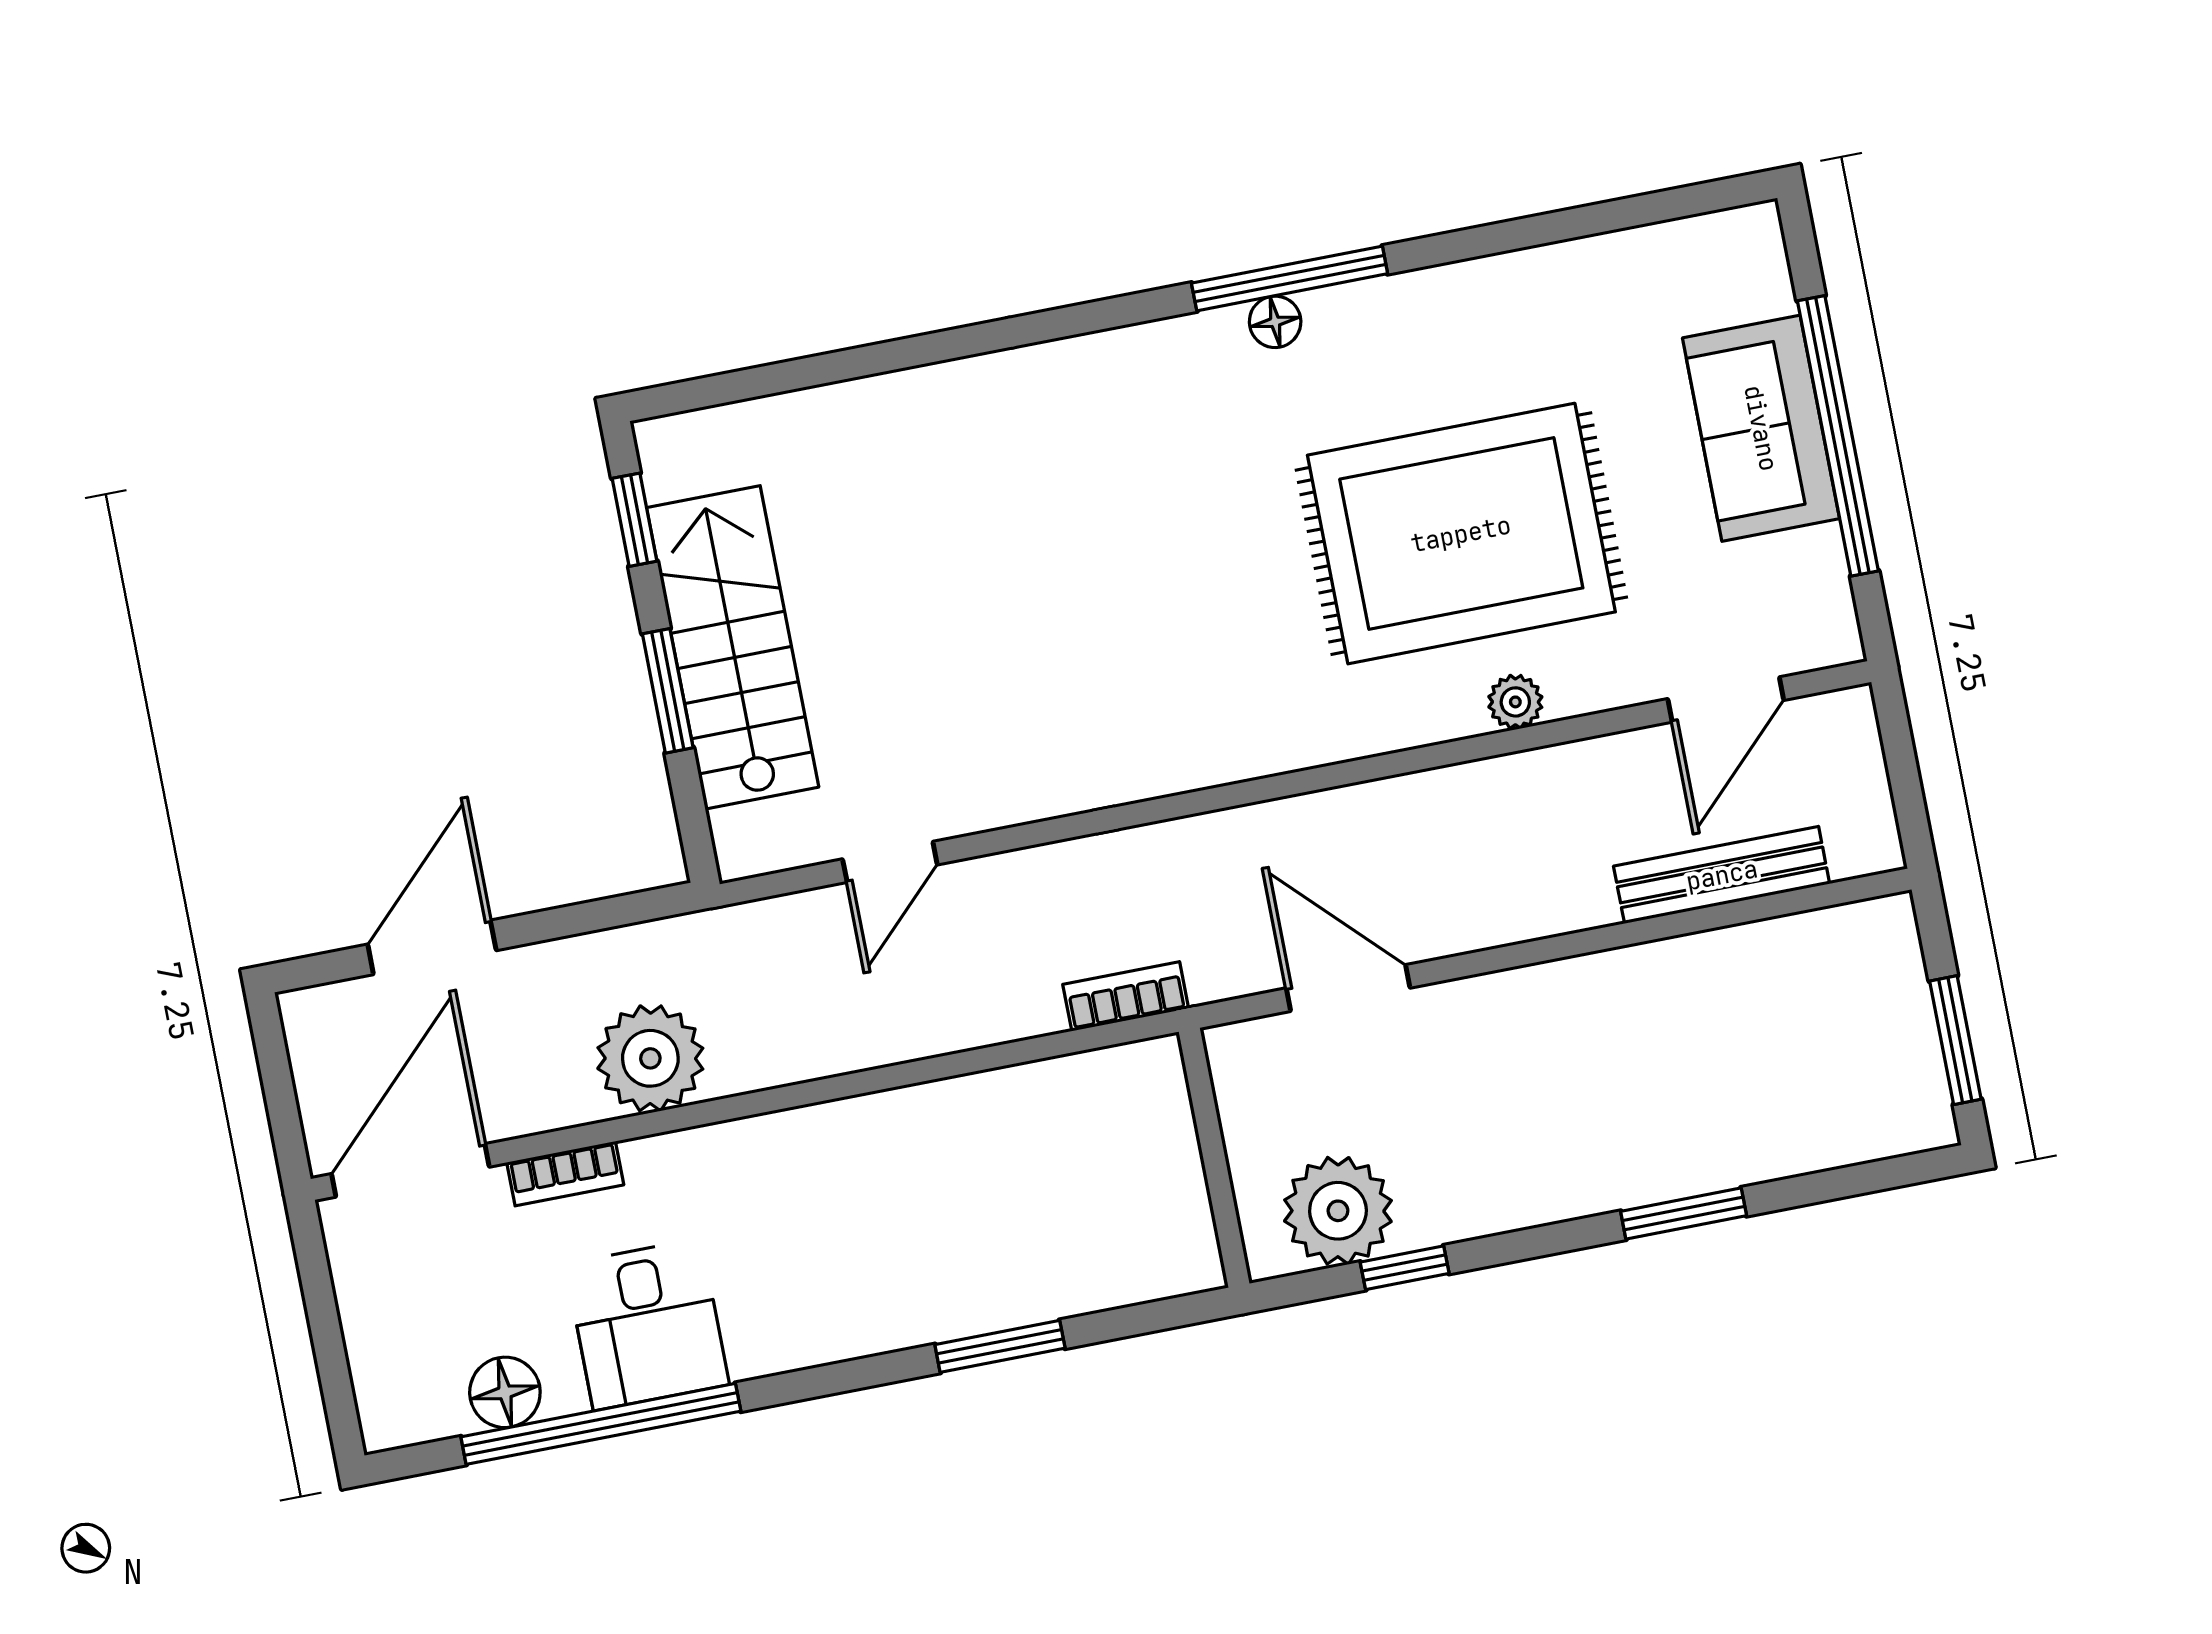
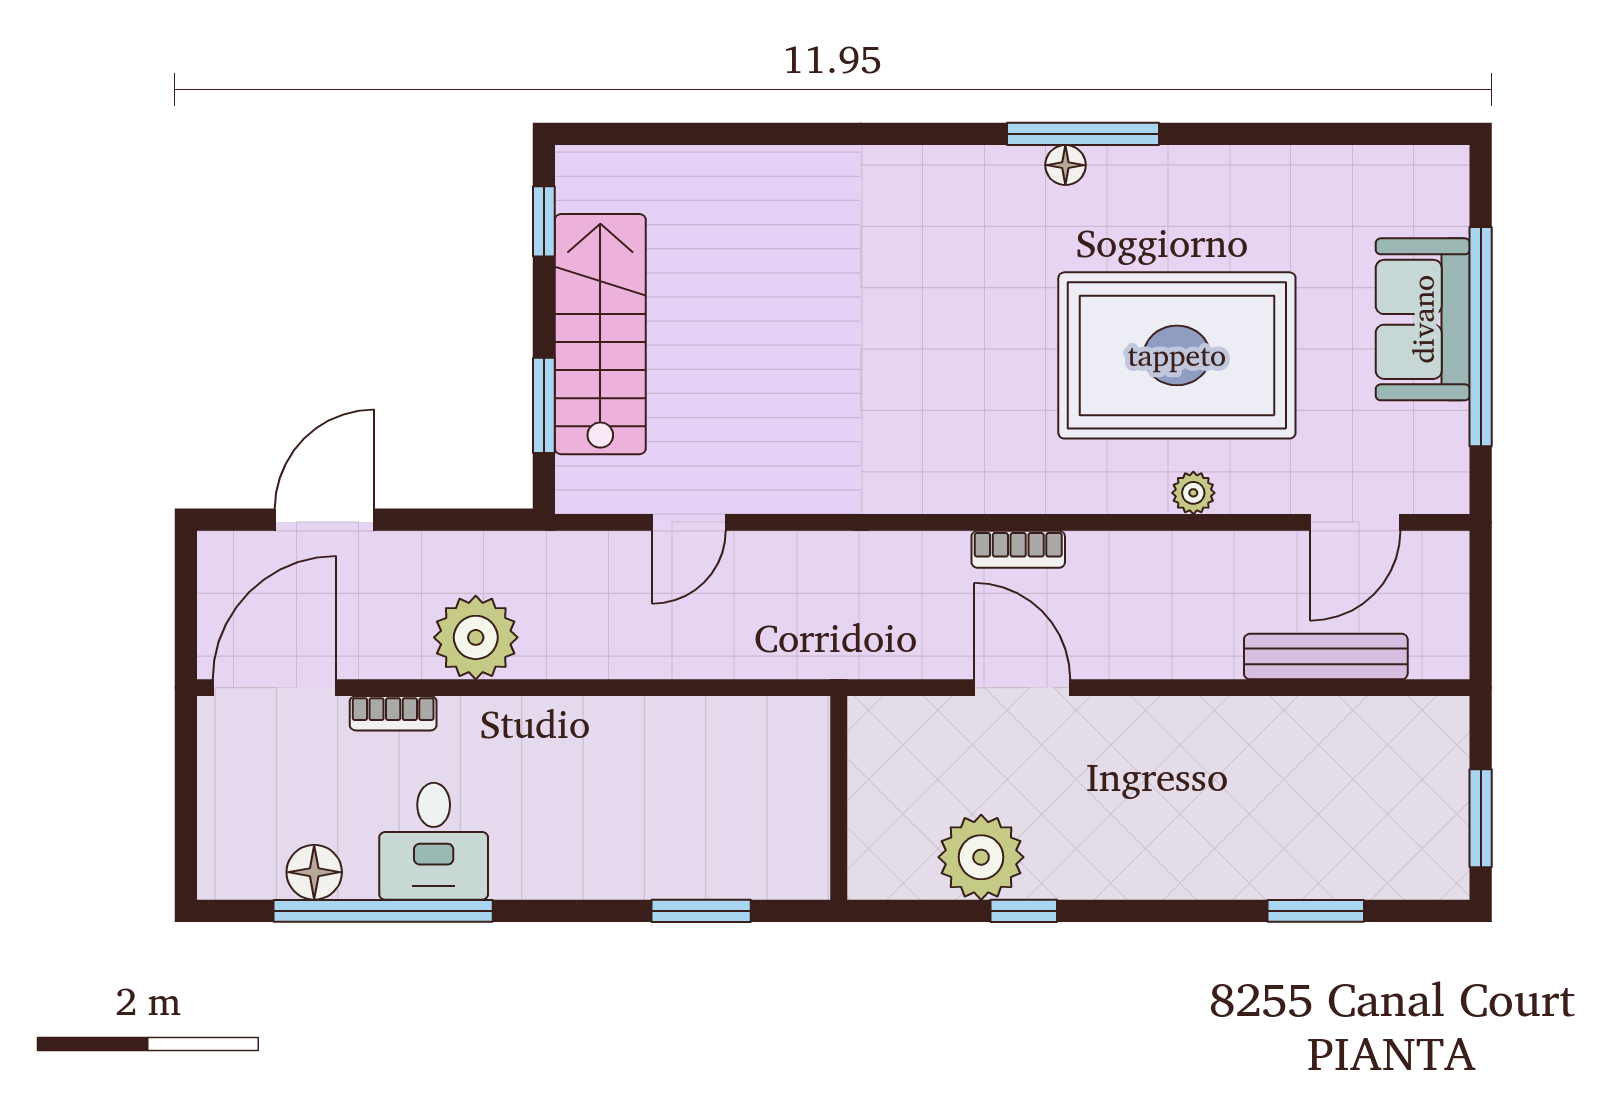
window: (668, 691) -> (544, 405), moved
bookcase: (1126, 996) -> (1018, 549), moved, turned 180
wall: (1214, 1158) -> (839, 798), moved
window: (1684, 1213) -> (1316, 911), moved

